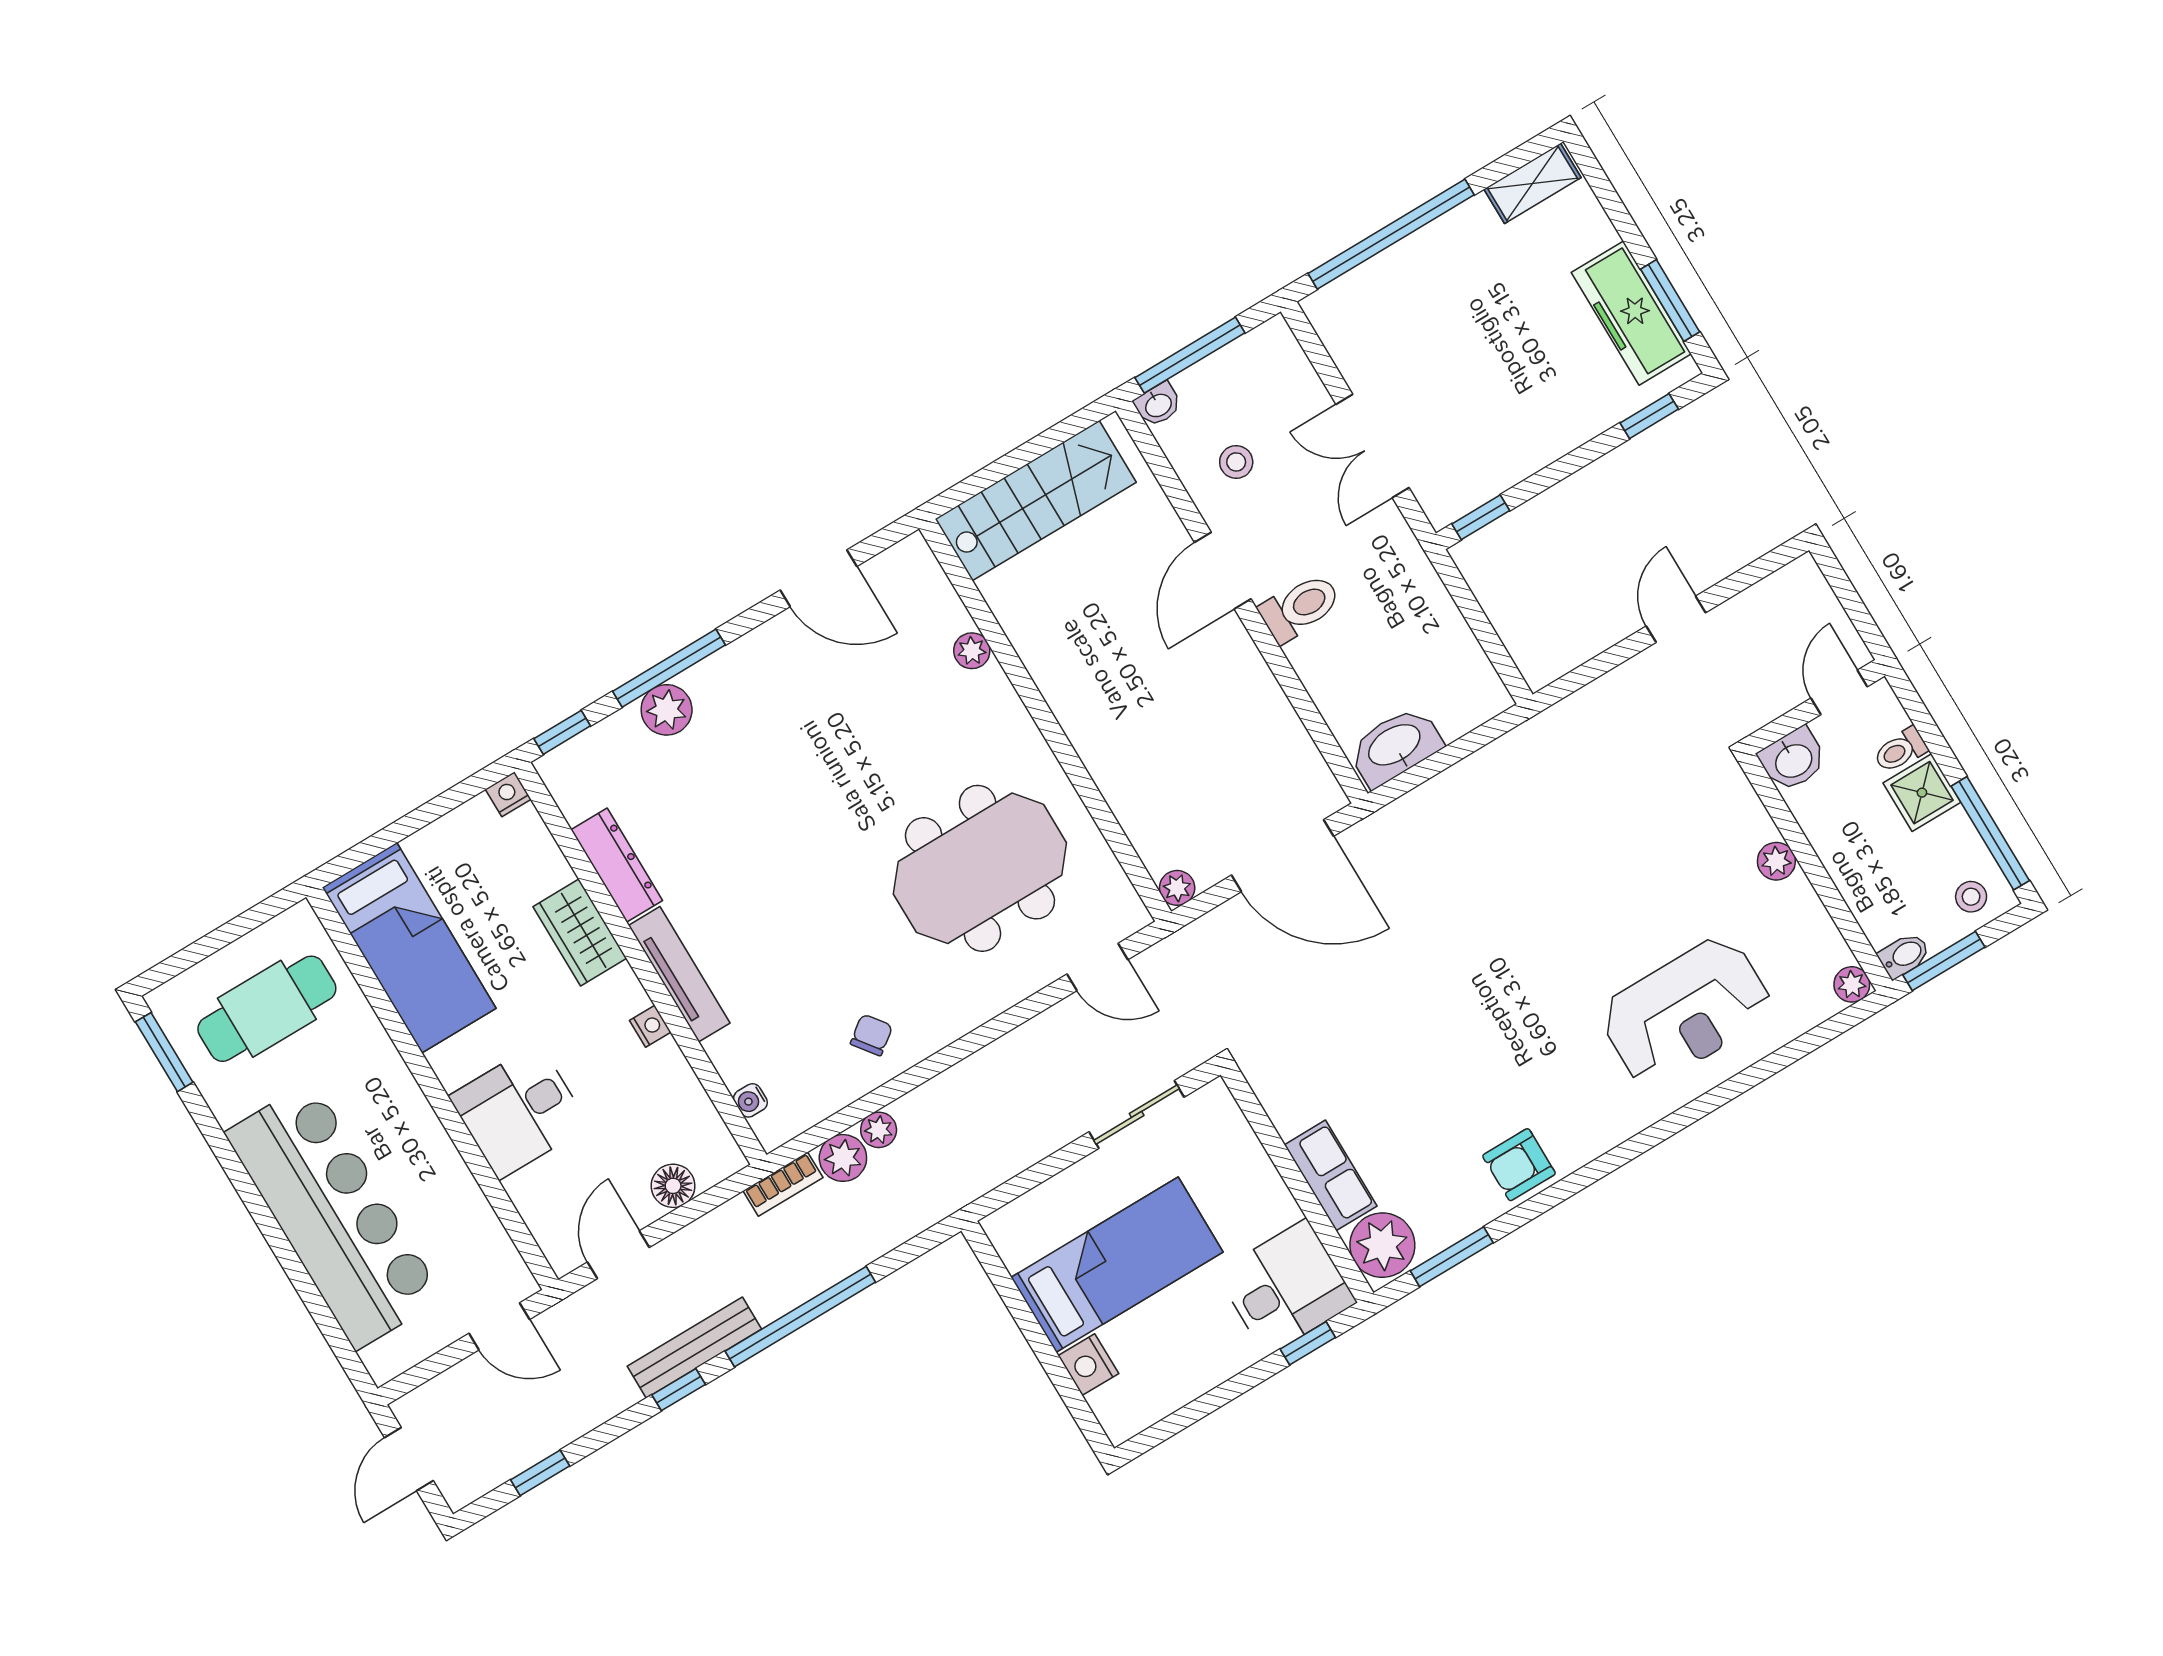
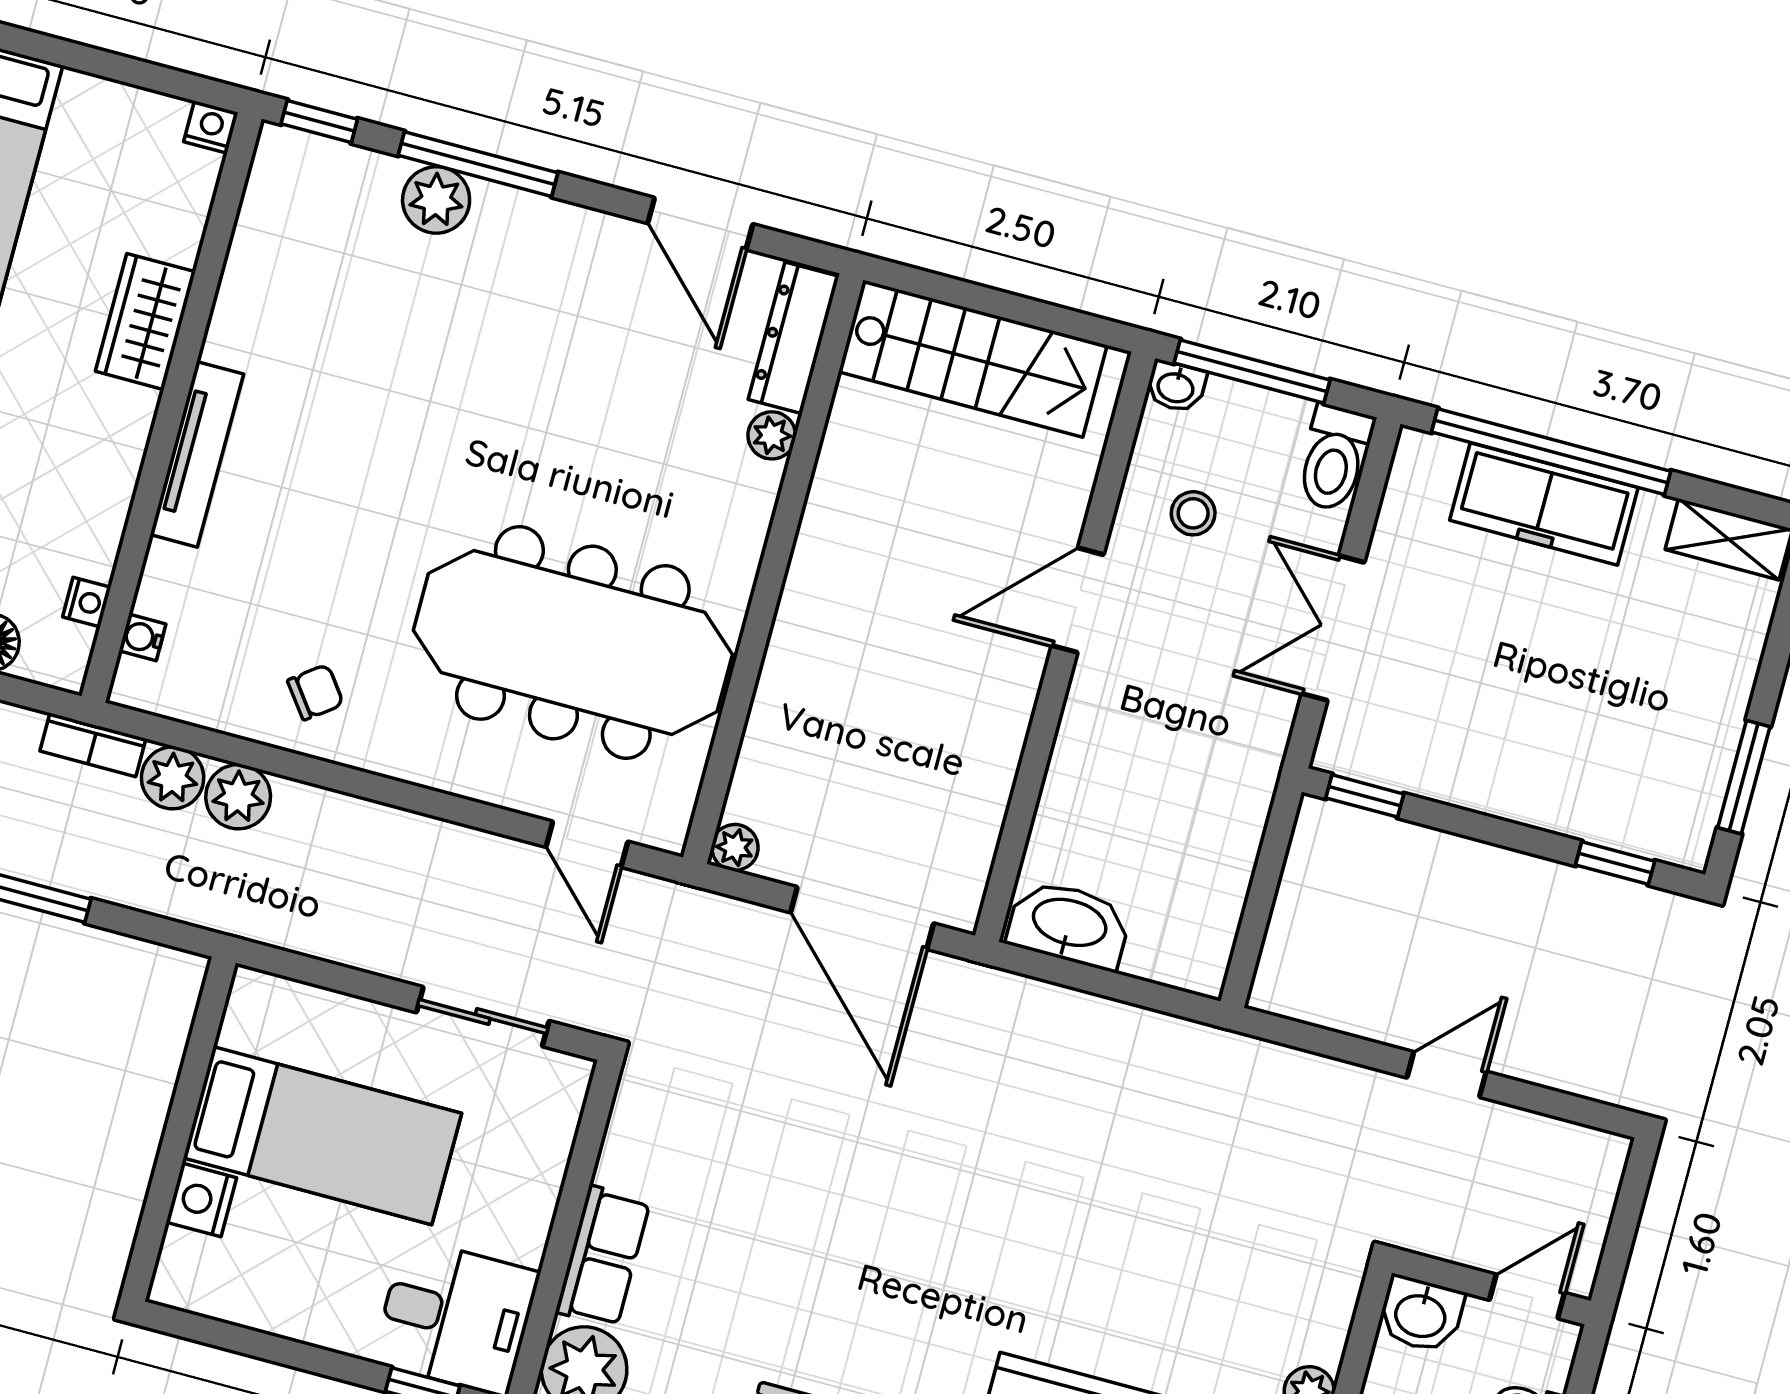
freezer: (1631, 313) -> (1544, 504), moved, turned -90
toilet: (1300, 607) -> (1335, 458), moved, turned 90
dresser: (617, 865) -> (794, 338), moved, turned 180
meeting table: (980, 868) -> (573, 642), width x1.36
nightstand: (650, 1026) -> (87, 602), moved
plant: (879, 1130) -> (238, 797), width x1.38, depth x1.38

